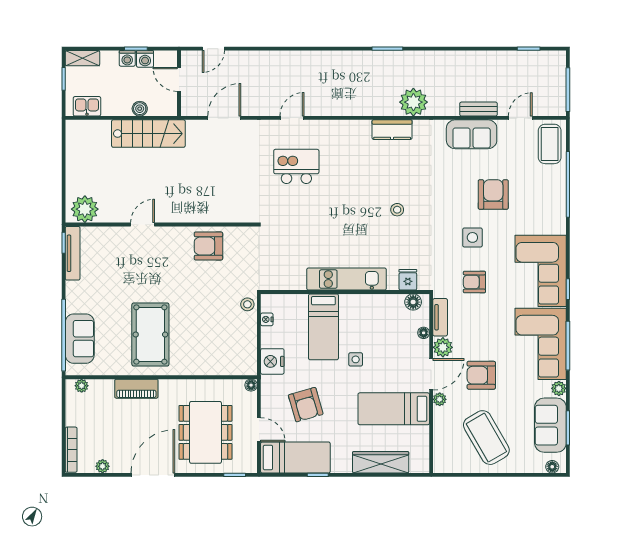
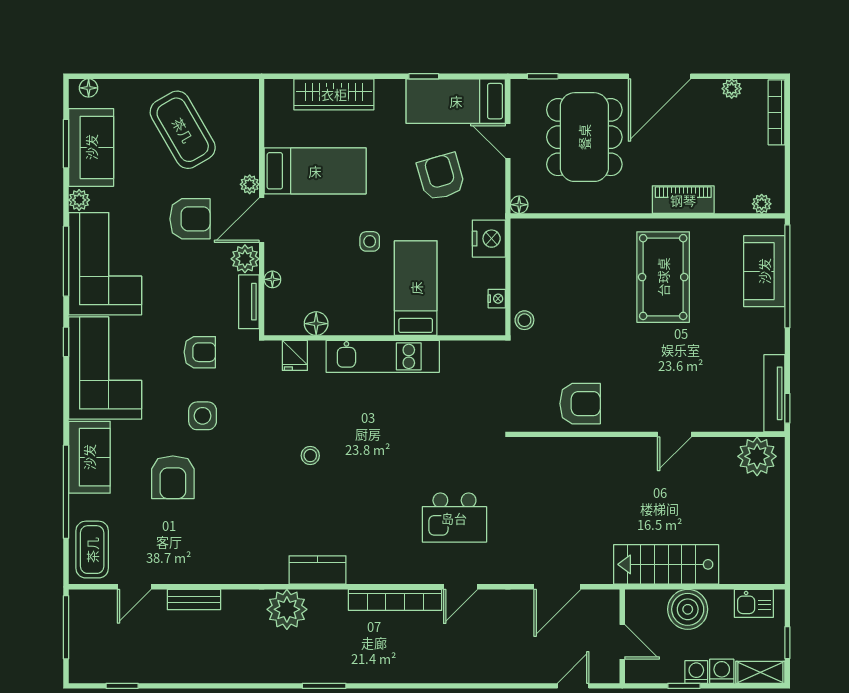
washing machine: (145, 59) -> (722, 671), moved
boiler: (140, 109) -> (688, 609), width x1.86, depth x1.86
bookcase: (338, 109) -> (395, 600), added
sofa: (472, 134) -> (89, 457), moved, turned 90
floor lamp: (413, 302) -> (316, 324), moved

